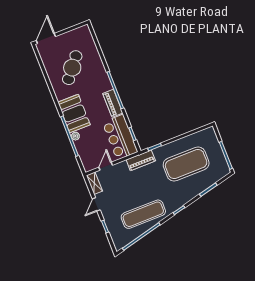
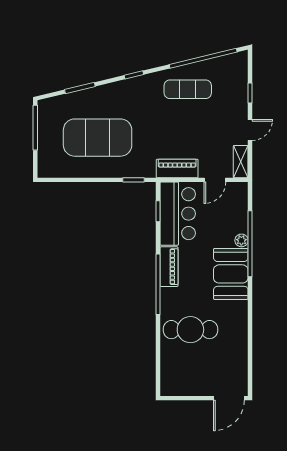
cafe table: (72, 68) -> (190, 330), moved, turned 51
piano: (141, 160) -> (177, 169), moved
exercise mat: (143, 214) -> (188, 89), width x0.73, depth x0.69

